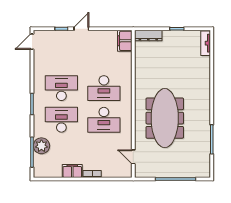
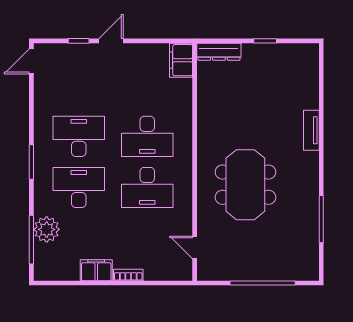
tv unit: (206, 43) -> (311, 130), moved
meeting table: (165, 118) -> (245, 185), width x0.73

